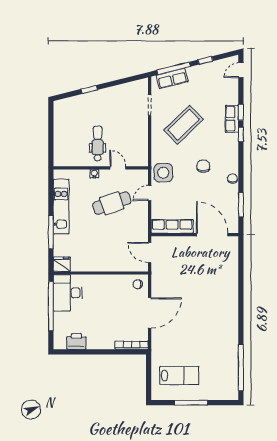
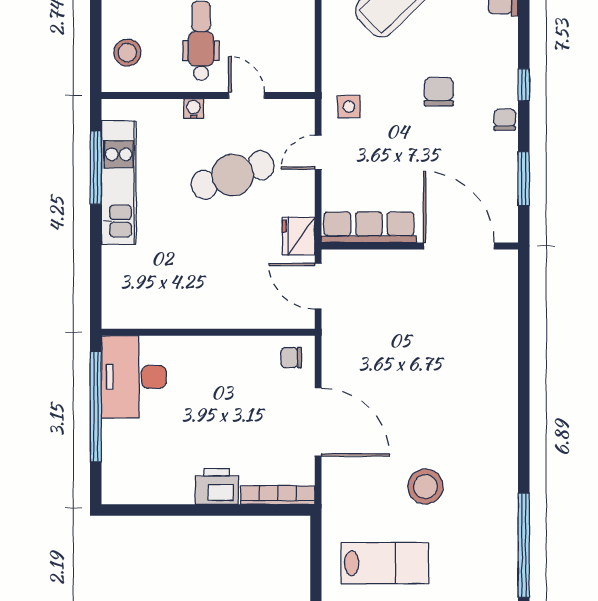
window: (241, 134) -> (524, 85), moved
stool: (65, 149) -> (127, 53), added
side table: (163, 173) -> (349, 107), width x0.54, depth x0.54
window: (51, 232) -> (96, 168), moved
fridge: (62, 264) -> (298, 236), moved, turned -90
door: (150, 313) -> (318, 422), hinge flipped
printer: (76, 342) -> (217, 487), moved
stool: (197, 342) -> (425, 487), added

